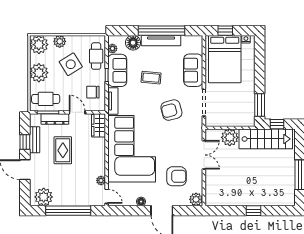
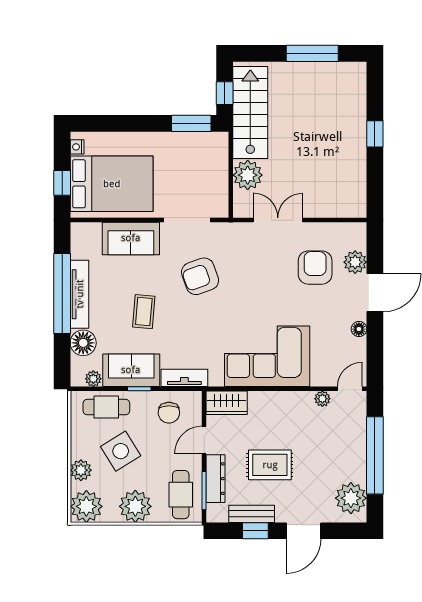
armchair: (171, 110) -> (200, 276), turned 85
corner sofa: (132, 149) -> (267, 356), width x0.73, depth x0.74
plant: (196, 199) -> (355, 262), moved

